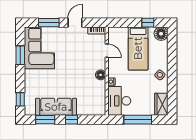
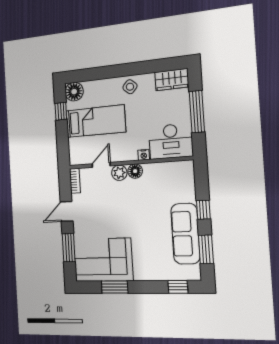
door: (75, 23) -> (67, 211), hinge flipped
plant: (100, 64) -> (119, 173), added

